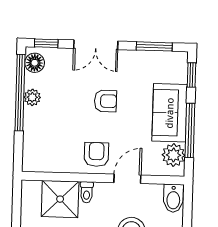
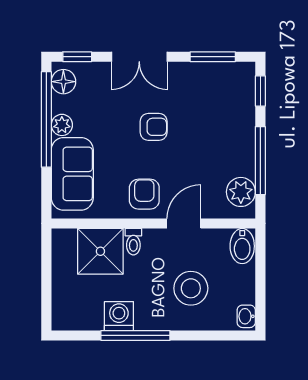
sofa: (170, 113) -> (72, 174), moved, turned 180

